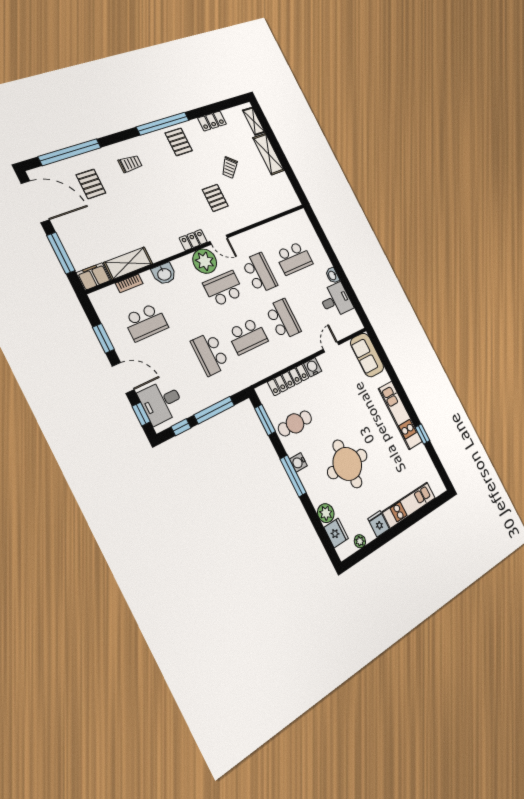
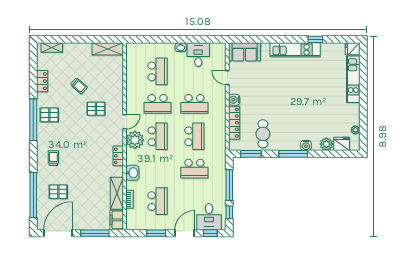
shelving: (269, 154) -> (108, 49), moved
locker: (193, 240) -> (118, 156), moved
school desk: (260, 273) -> (158, 104), turned 180
school desk: (224, 289) -> (158, 136), turned 180
school desk: (283, 319) -> (194, 104), turned 180
water cooler: (298, 462) -> (306, 145), moved
round table: (347, 464) -> (305, 110), removed
fridge: (379, 524) -> (353, 49), moved

